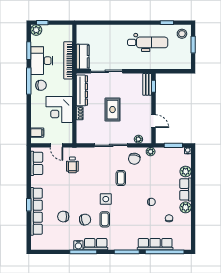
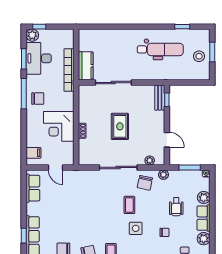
stool: (182, 34) -> (199, 56), moved
desk: (42, 61) -> (39, 58), moved
dresser: (82, 90) -> (85, 104), removed
wheelchair: (72, 165) -> (176, 207), moved
side table: (106, 199) -> (136, 228), moved

